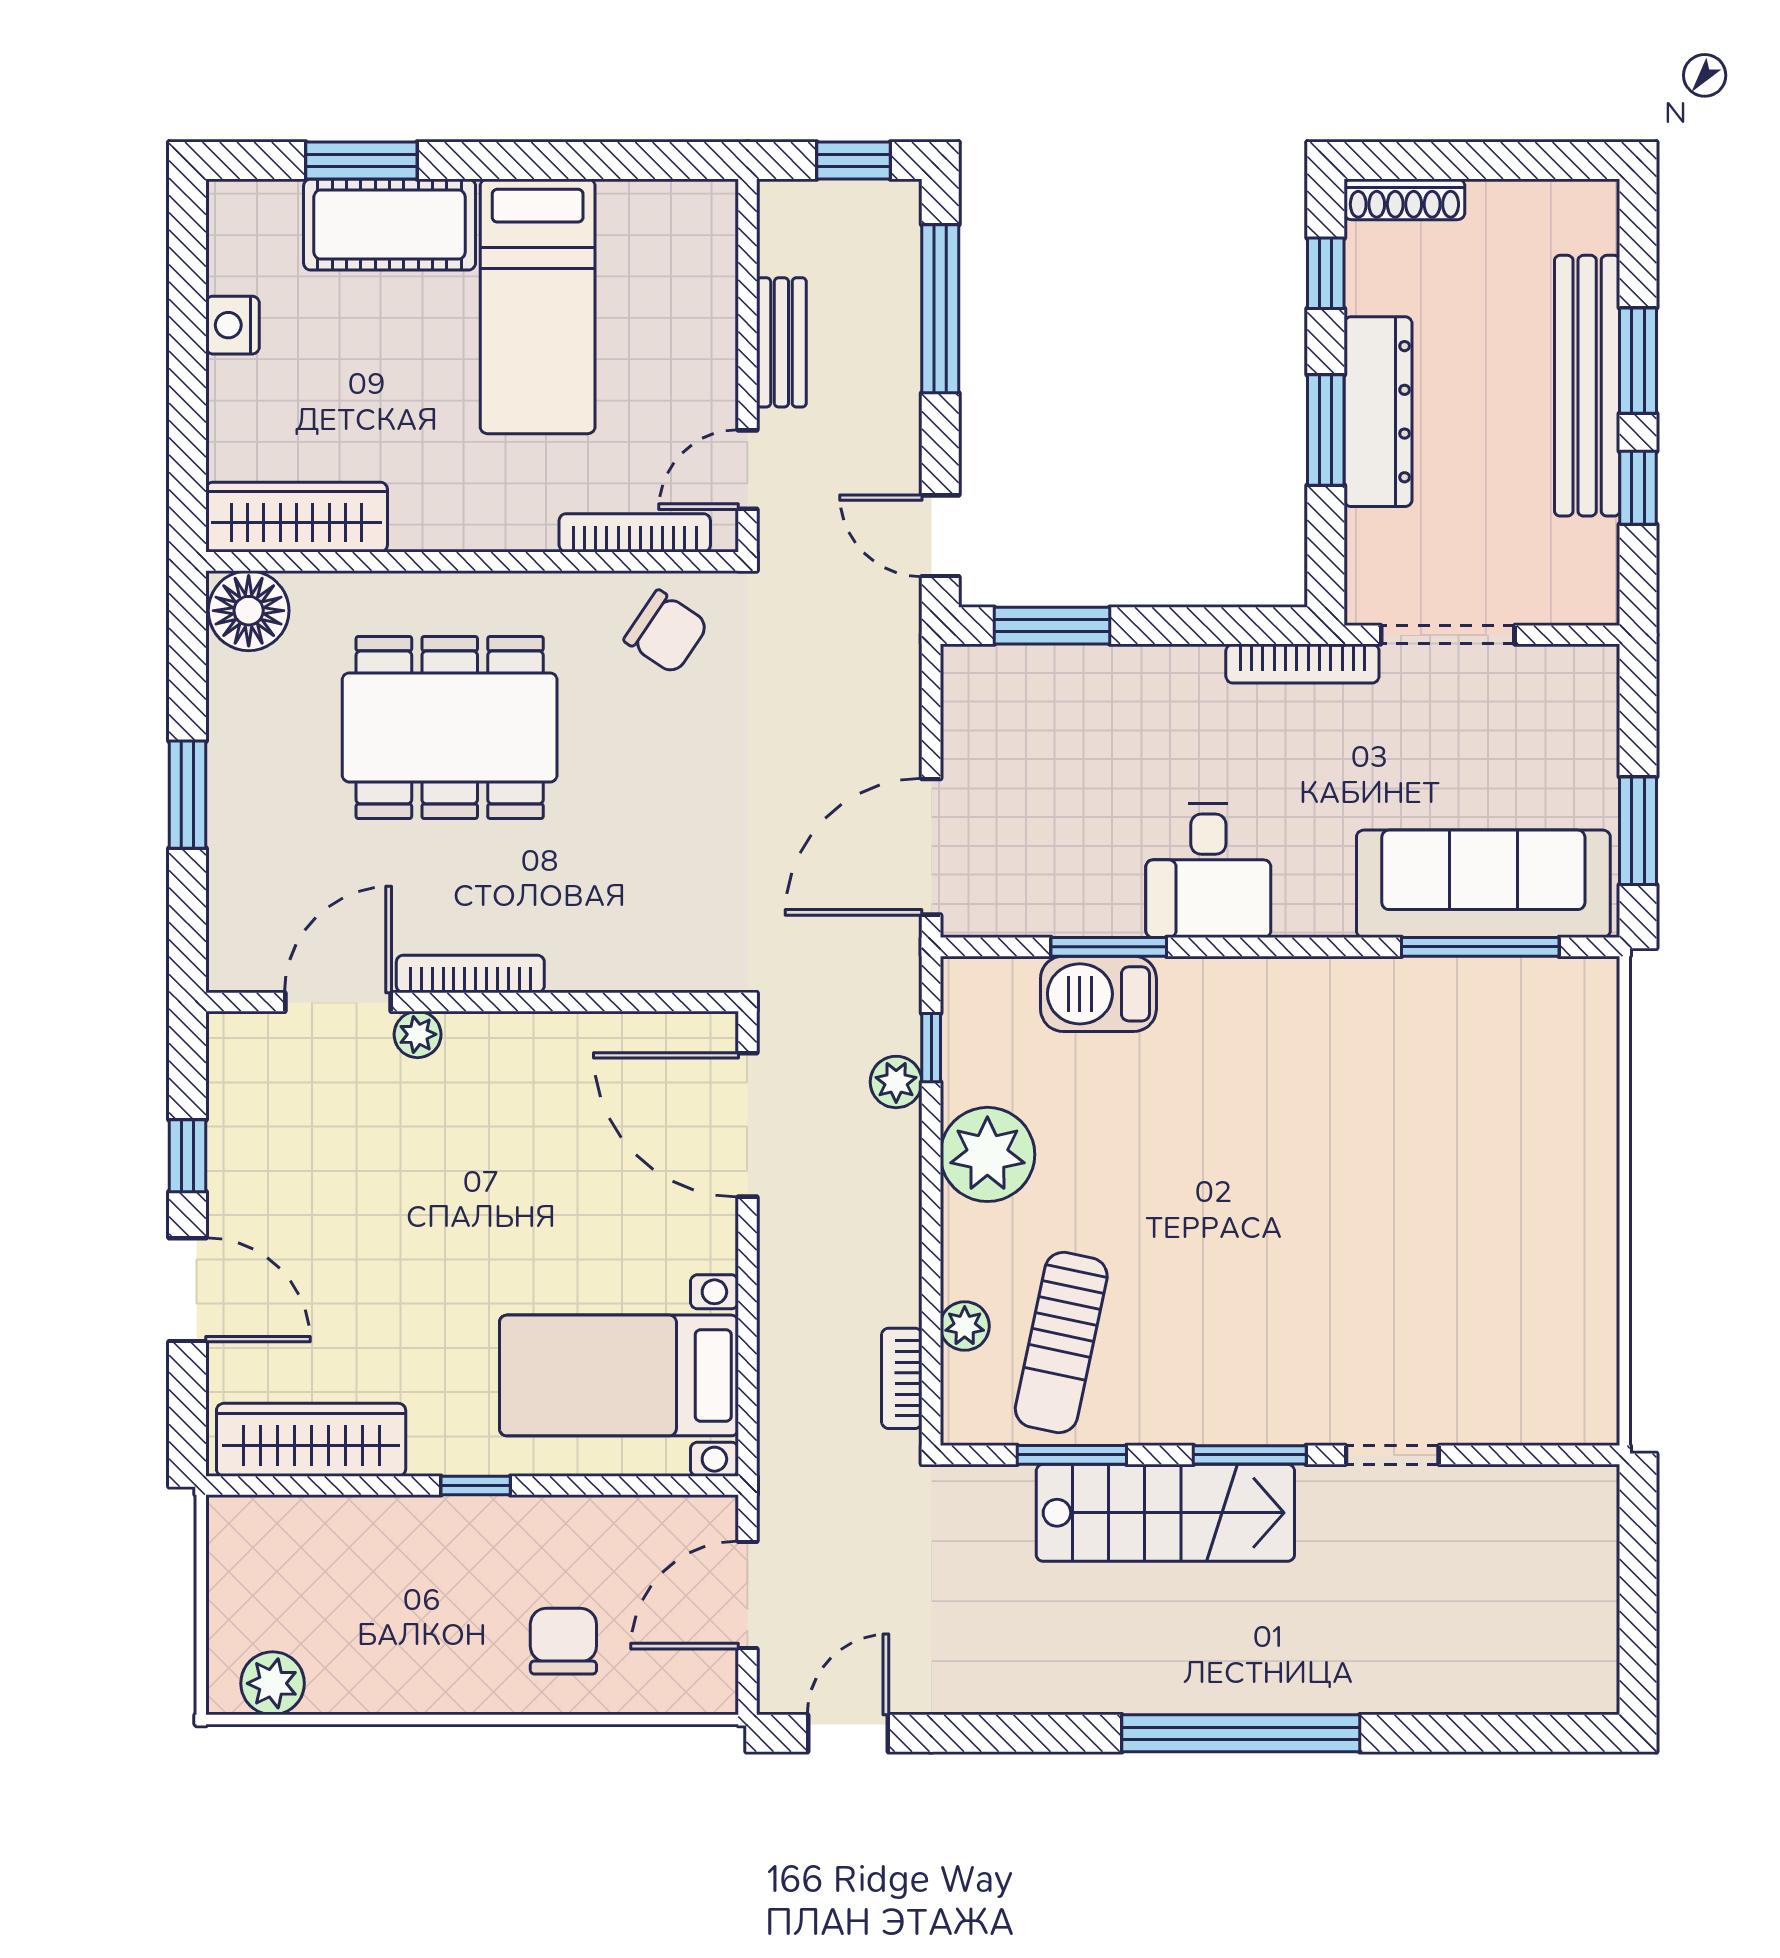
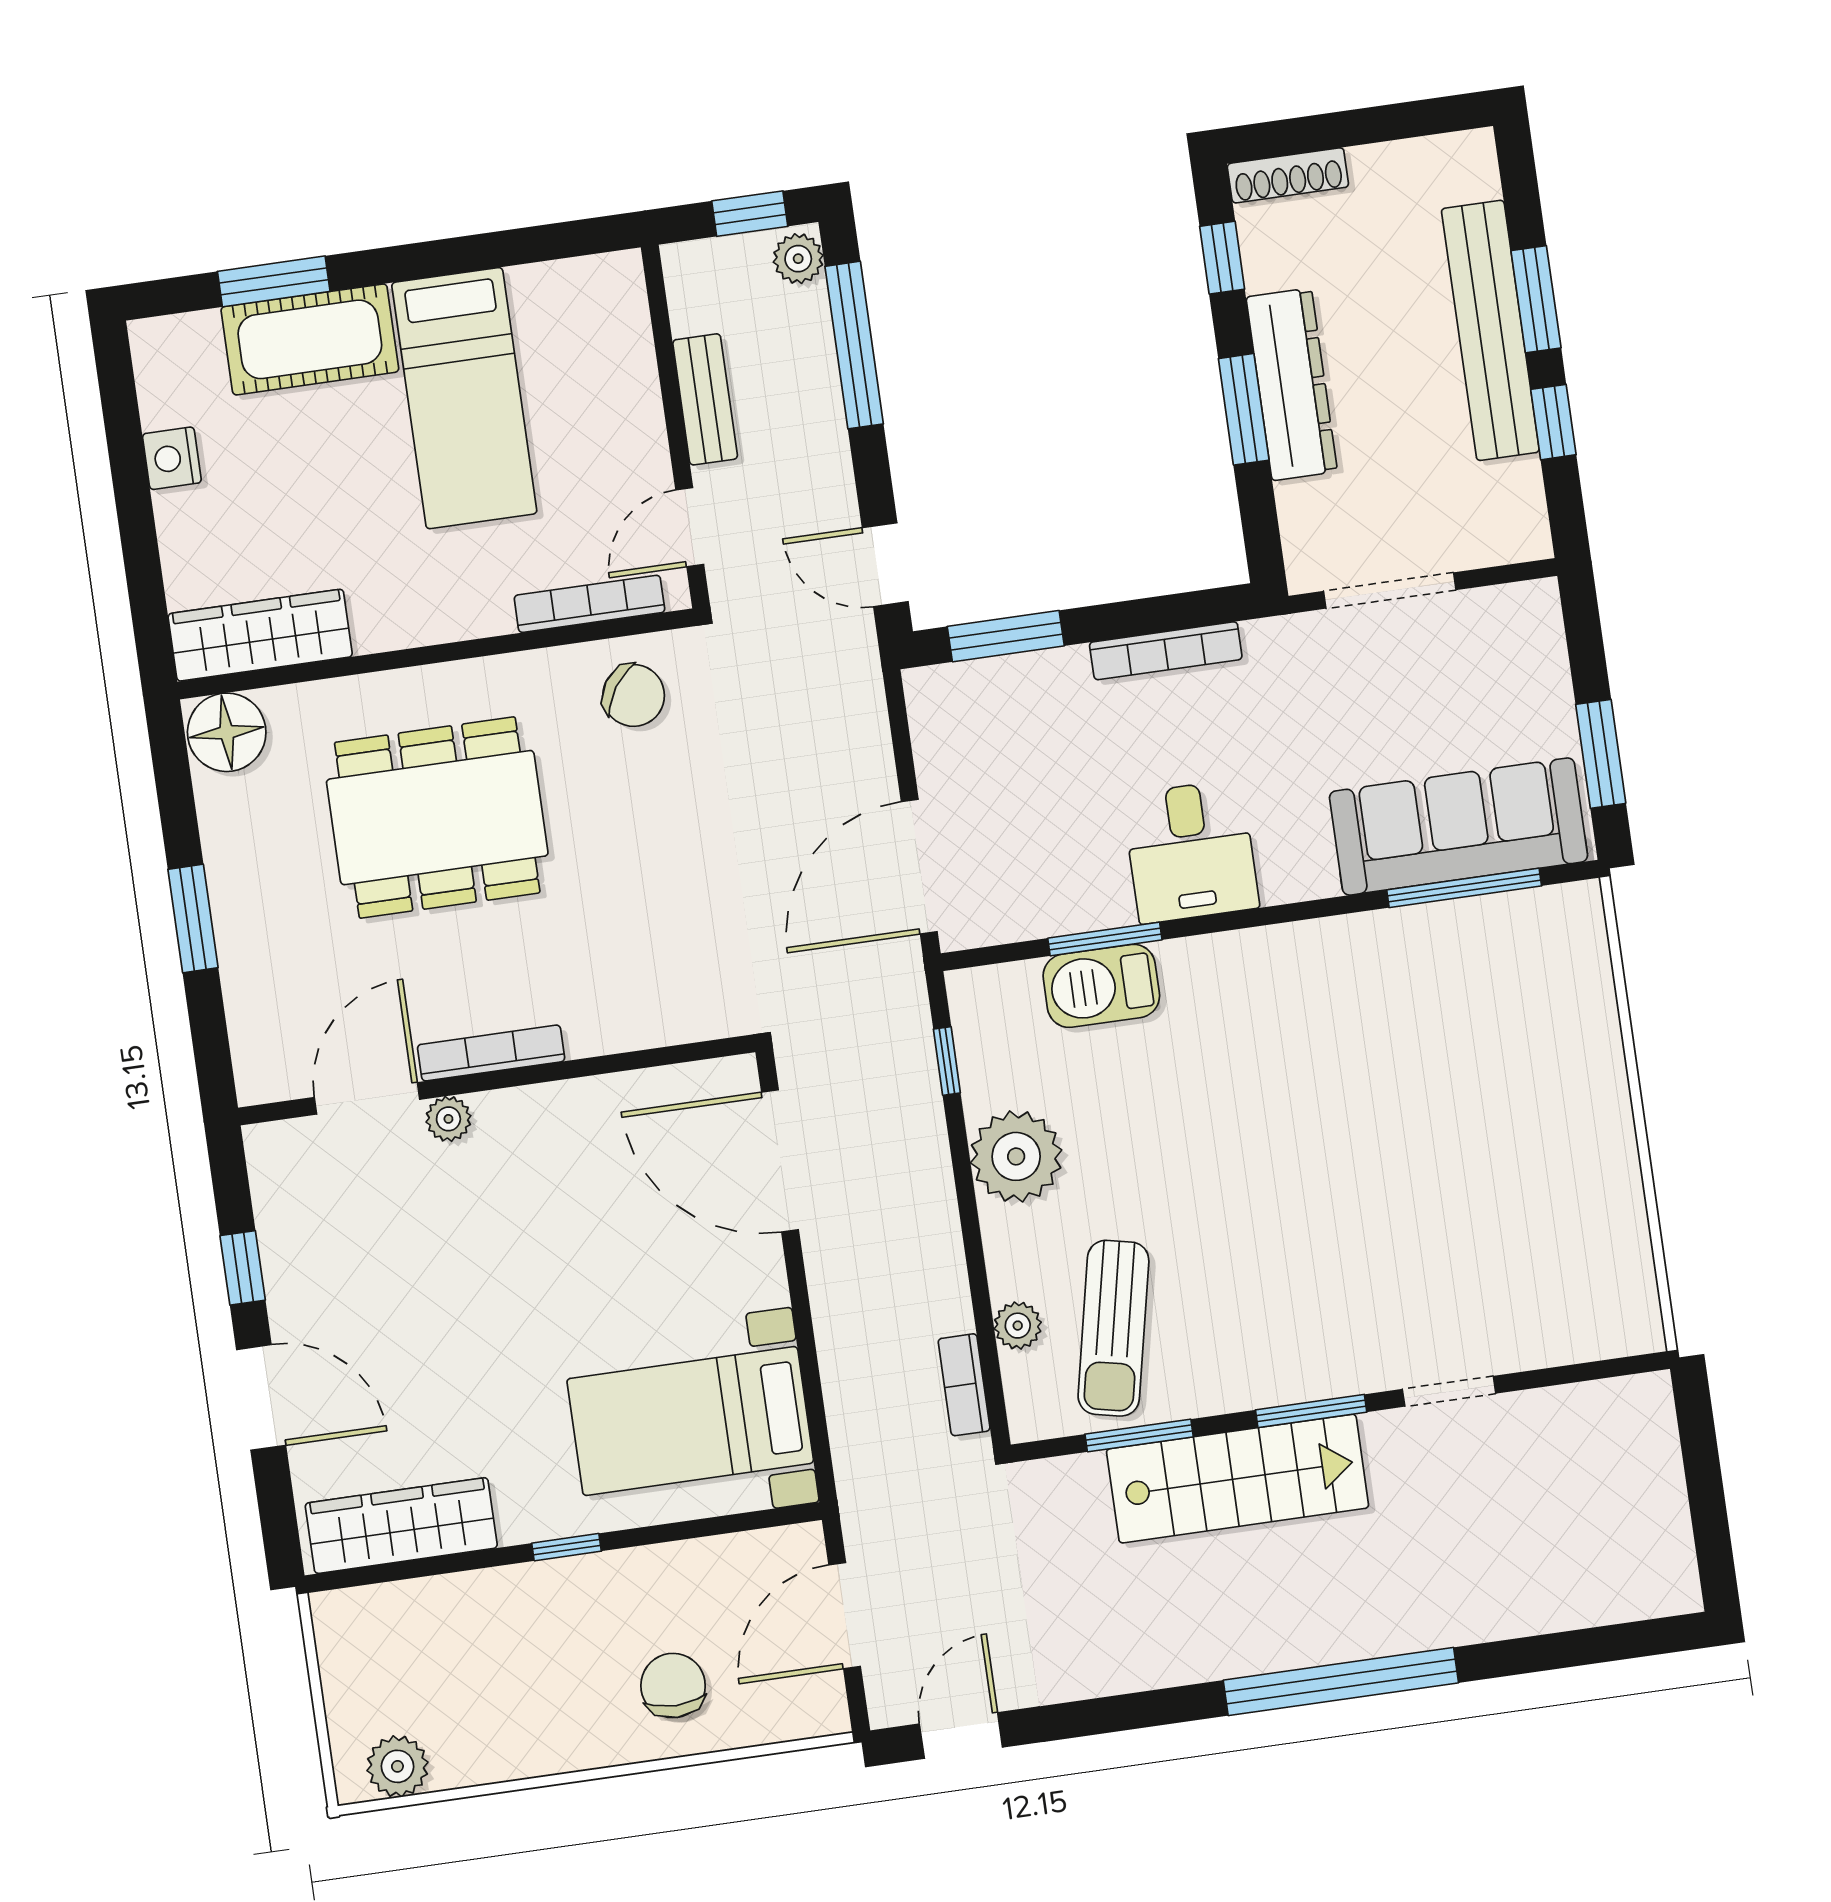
bookcase: (1302, 664) -> (1166, 651), moved
plant: (896, 1082) -> (798, 259), moved

